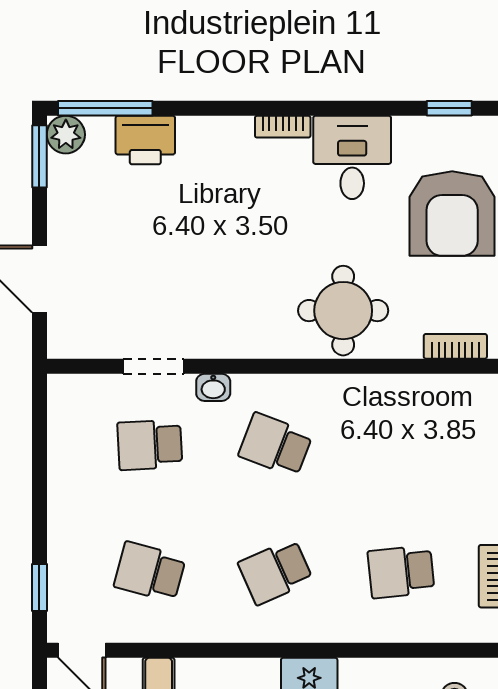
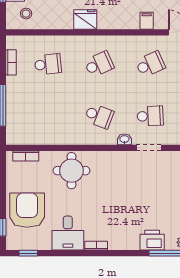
school desk: (150, 572) -> (150, 64), turned -39

